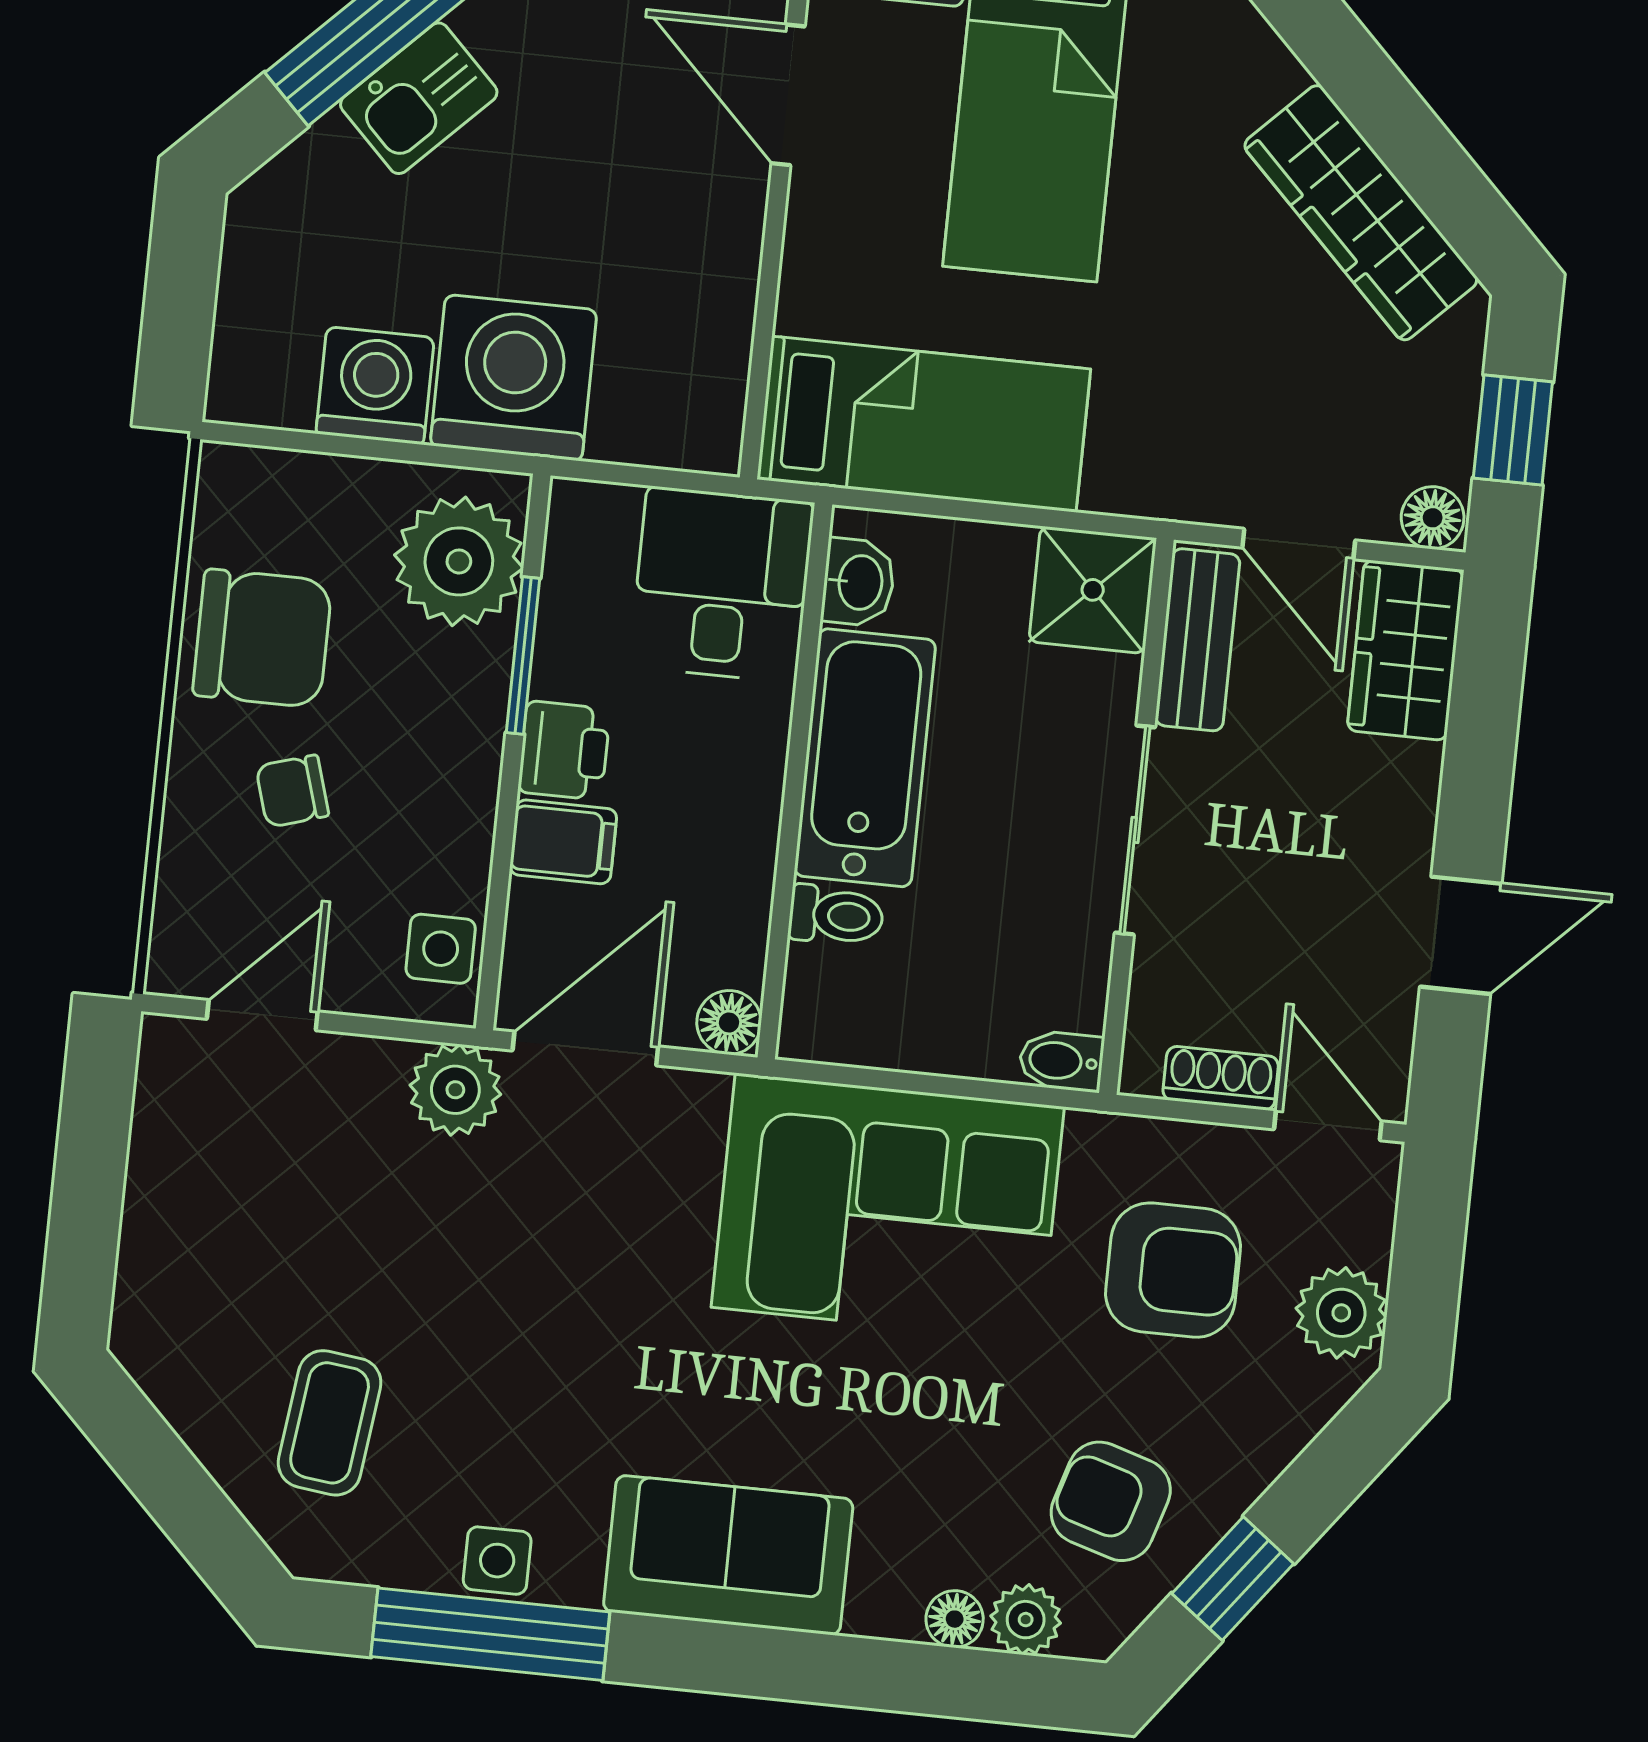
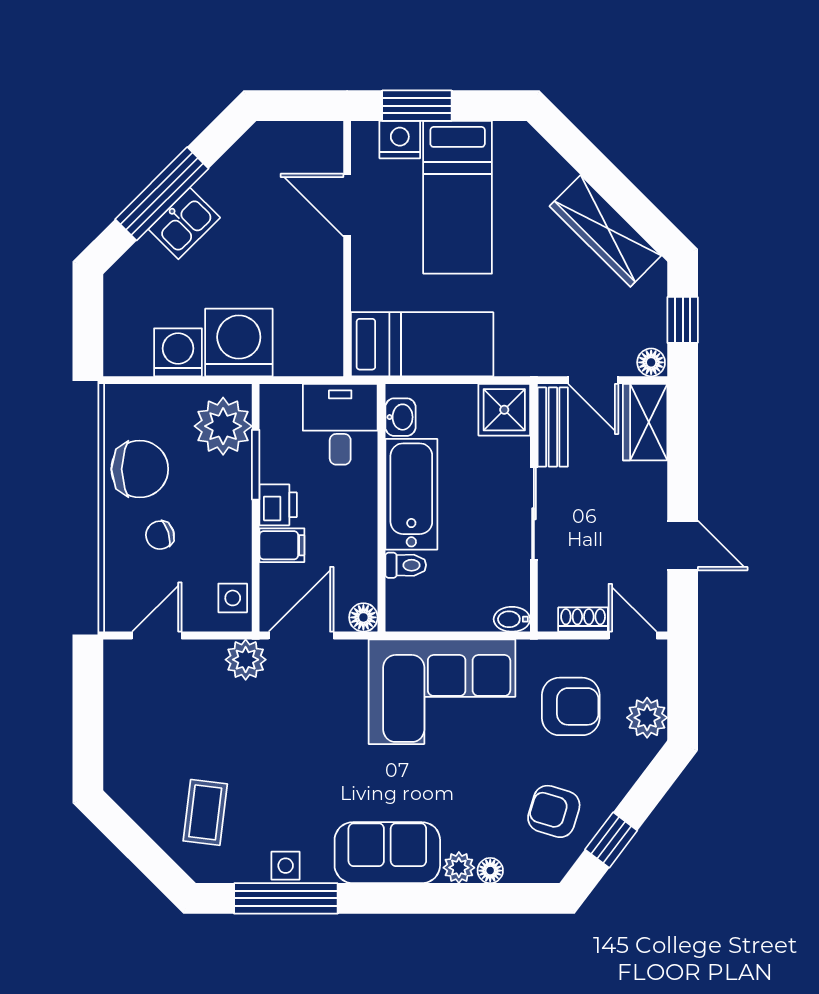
door: (1461, 935) -> (683, 545), hinge flipped
plant: (1026, 1620) -> (459, 868), moved

